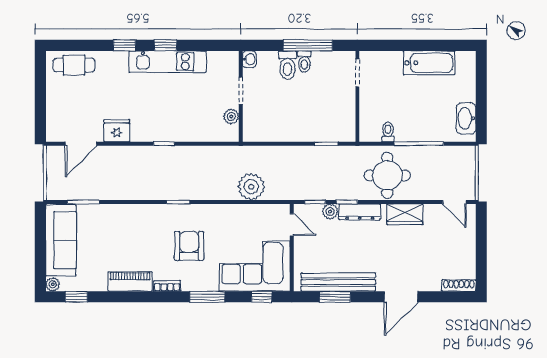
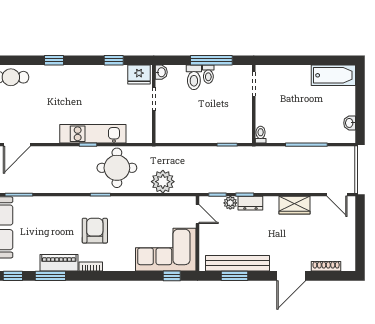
window: (165, 45) -> (114, 60), moved
kitchen unit: (168, 62) -> (93, 134), moved, turned 180
bathtub: (429, 63) -> (333, 75), moved
plant: (231, 116) -> (146, 121), removed
washbasin: (466, 118) -> (350, 123), width x0.52, depth x0.69
fridge: (117, 131) -> (139, 75), moved, turned 180
toilet: (388, 132) -> (261, 135), moved
round table: (387, 175) -> (117, 168), moved
dresser: (360, 212) -> (250, 203), width x0.70
armchair: (189, 246) -> (95, 231), moved
shoe rack: (459, 286) -> (326, 266), moved
window: (207, 297) -> (50, 276), moved

